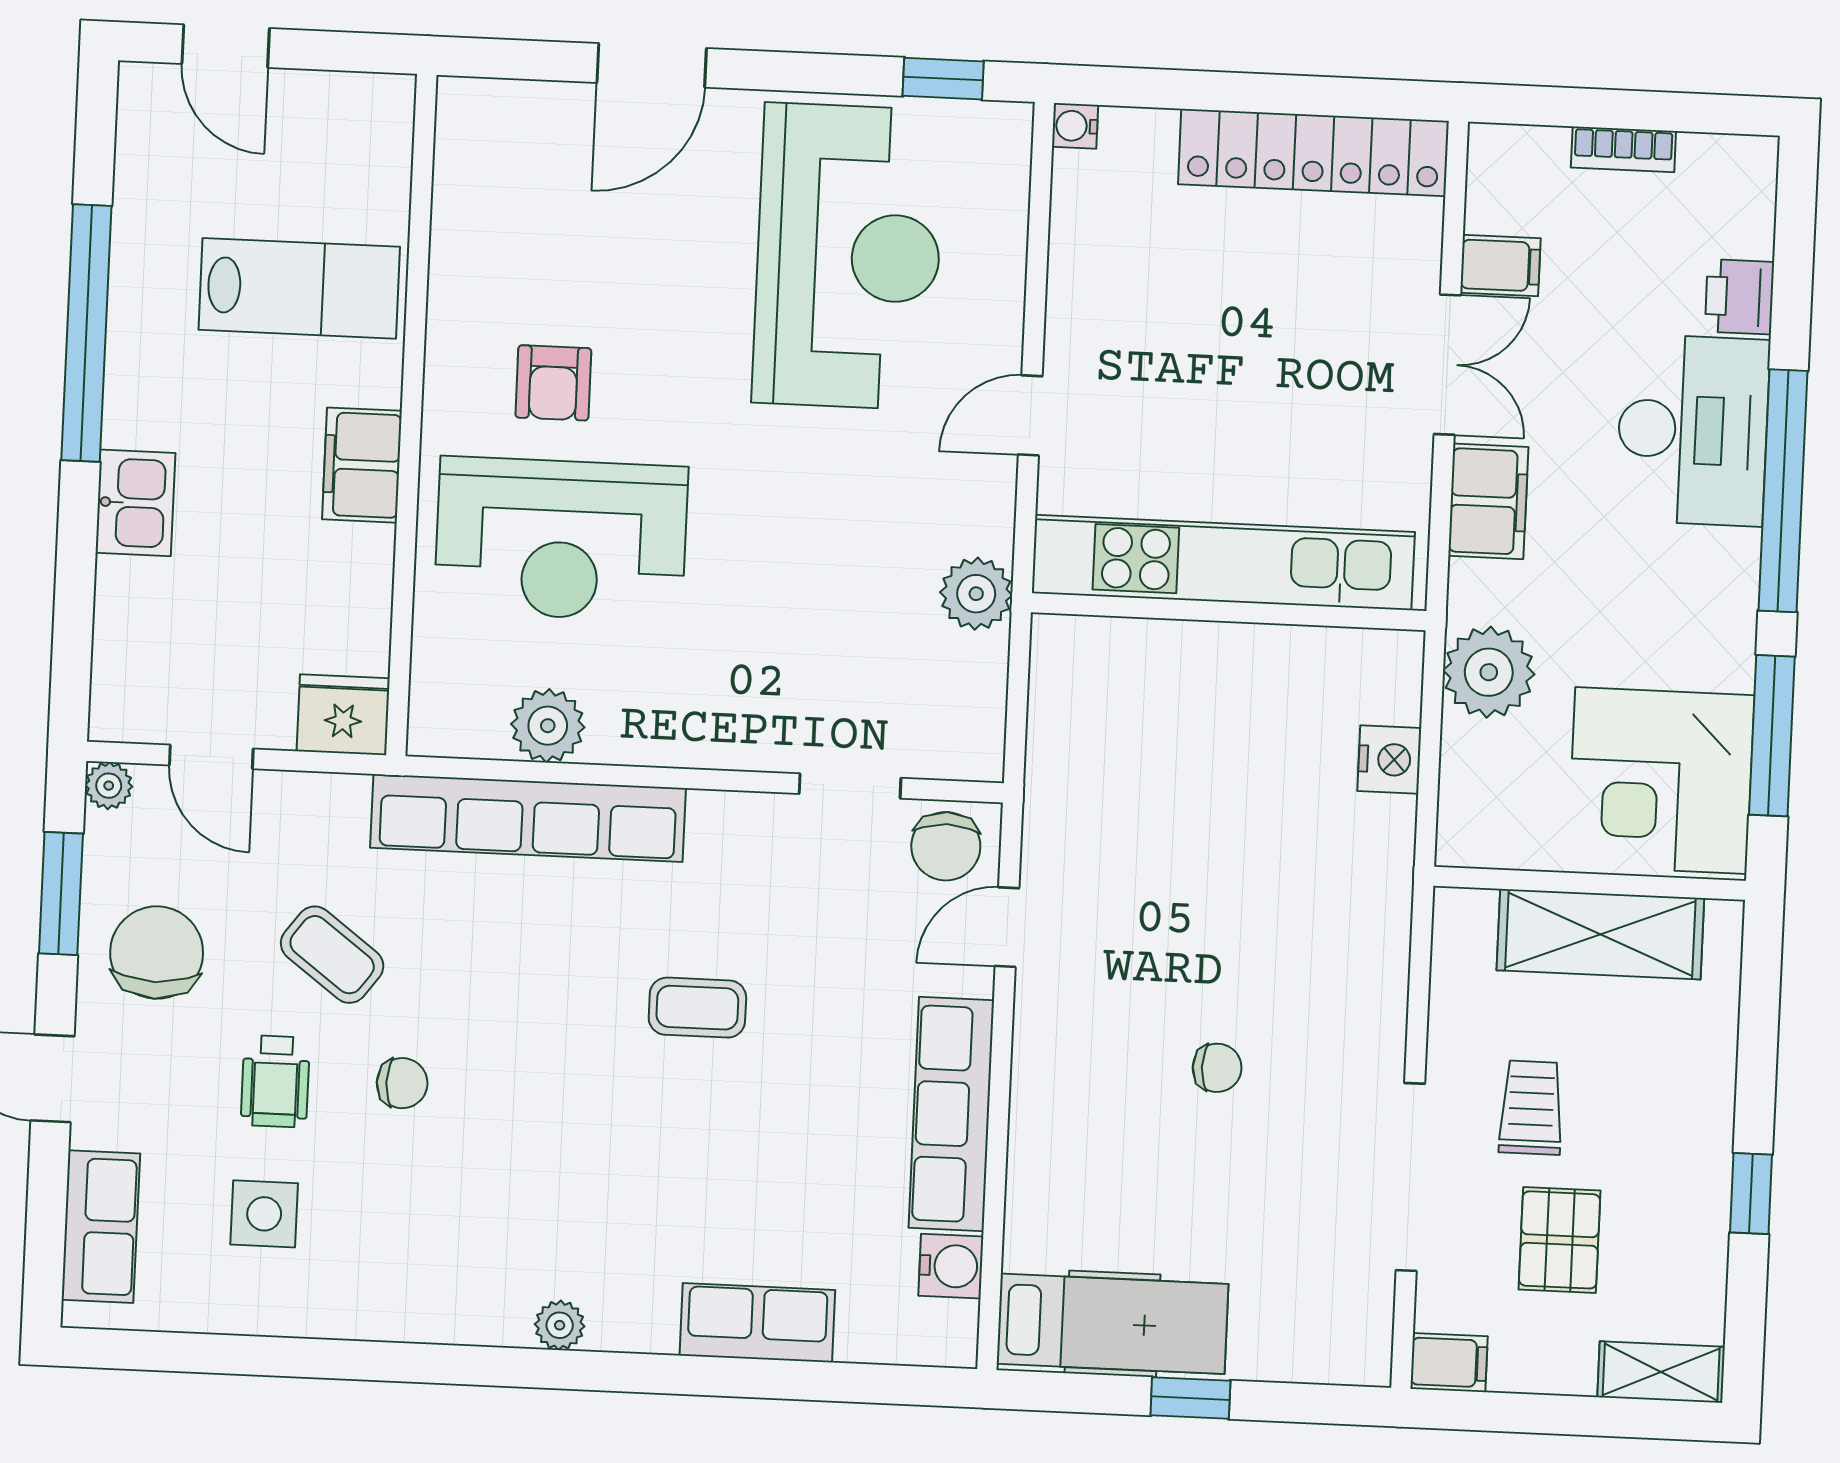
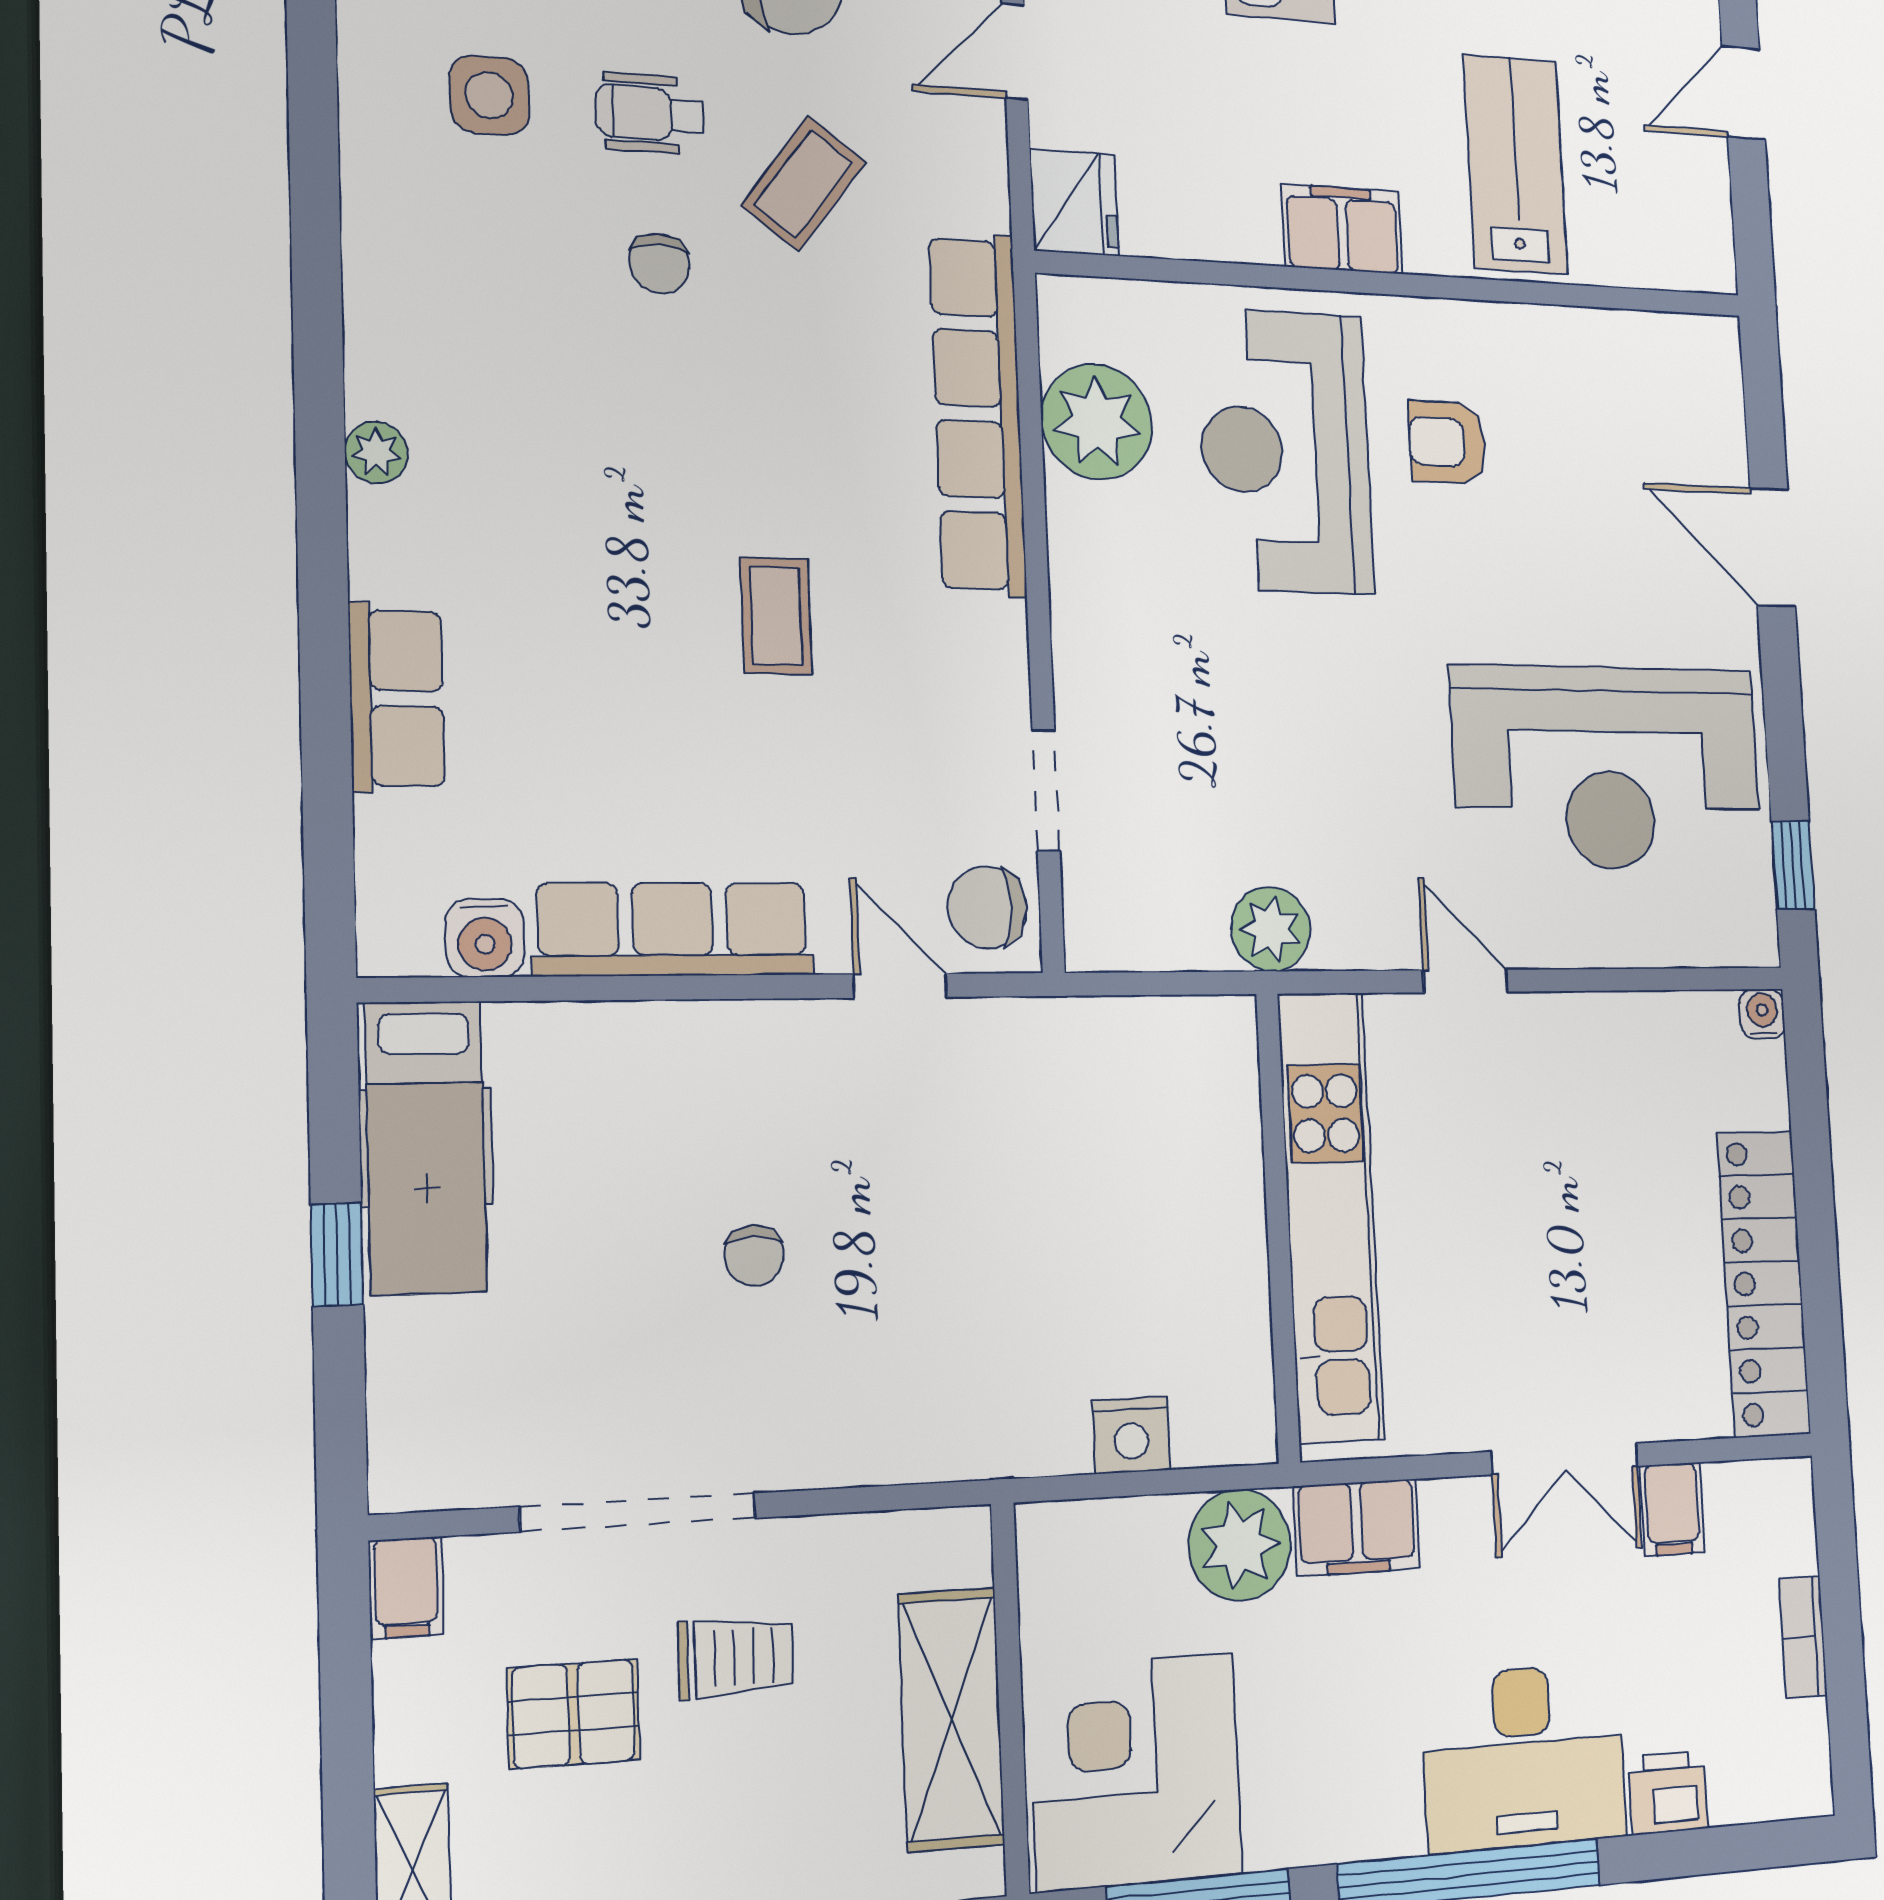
lab bench: (299, 288) -> (1516, 164), turned 180
filing cabinet: (1488, 501) -> (1357, 1528), moved
plant: (548, 726) -> (1097, 422), width x1.36, depth x1.36

